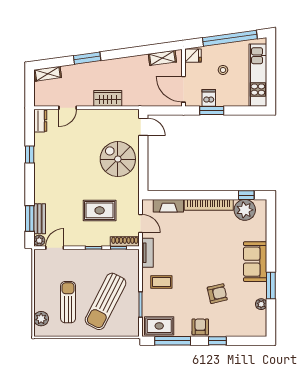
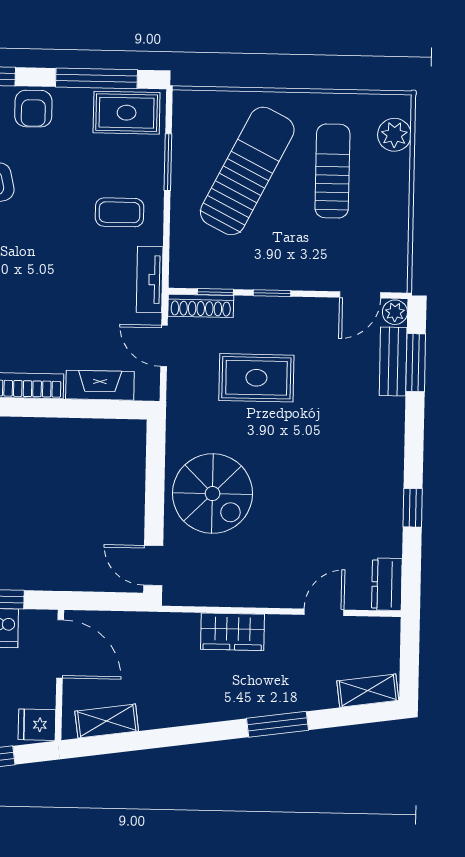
sun lounger: (68, 302) -> (332, 171), turned 180

